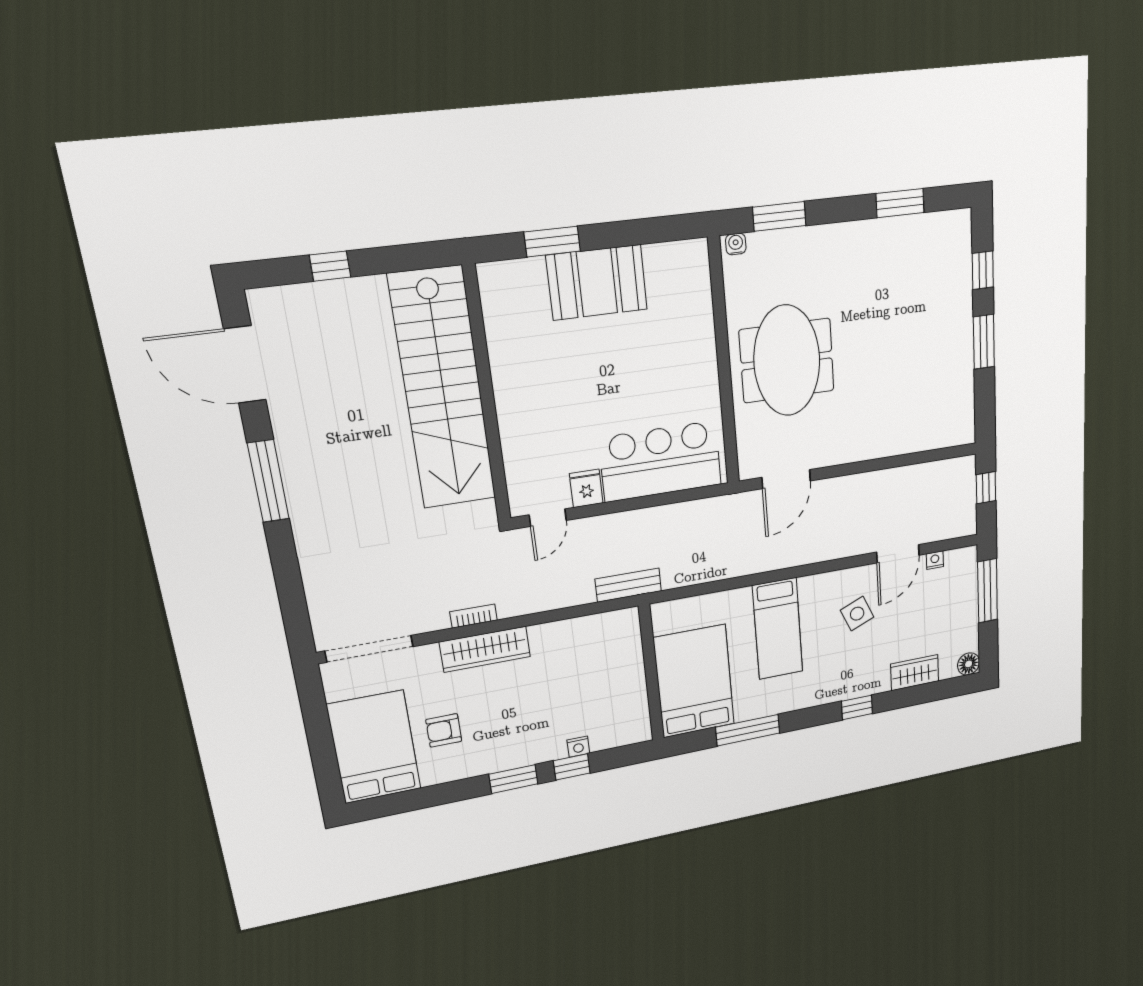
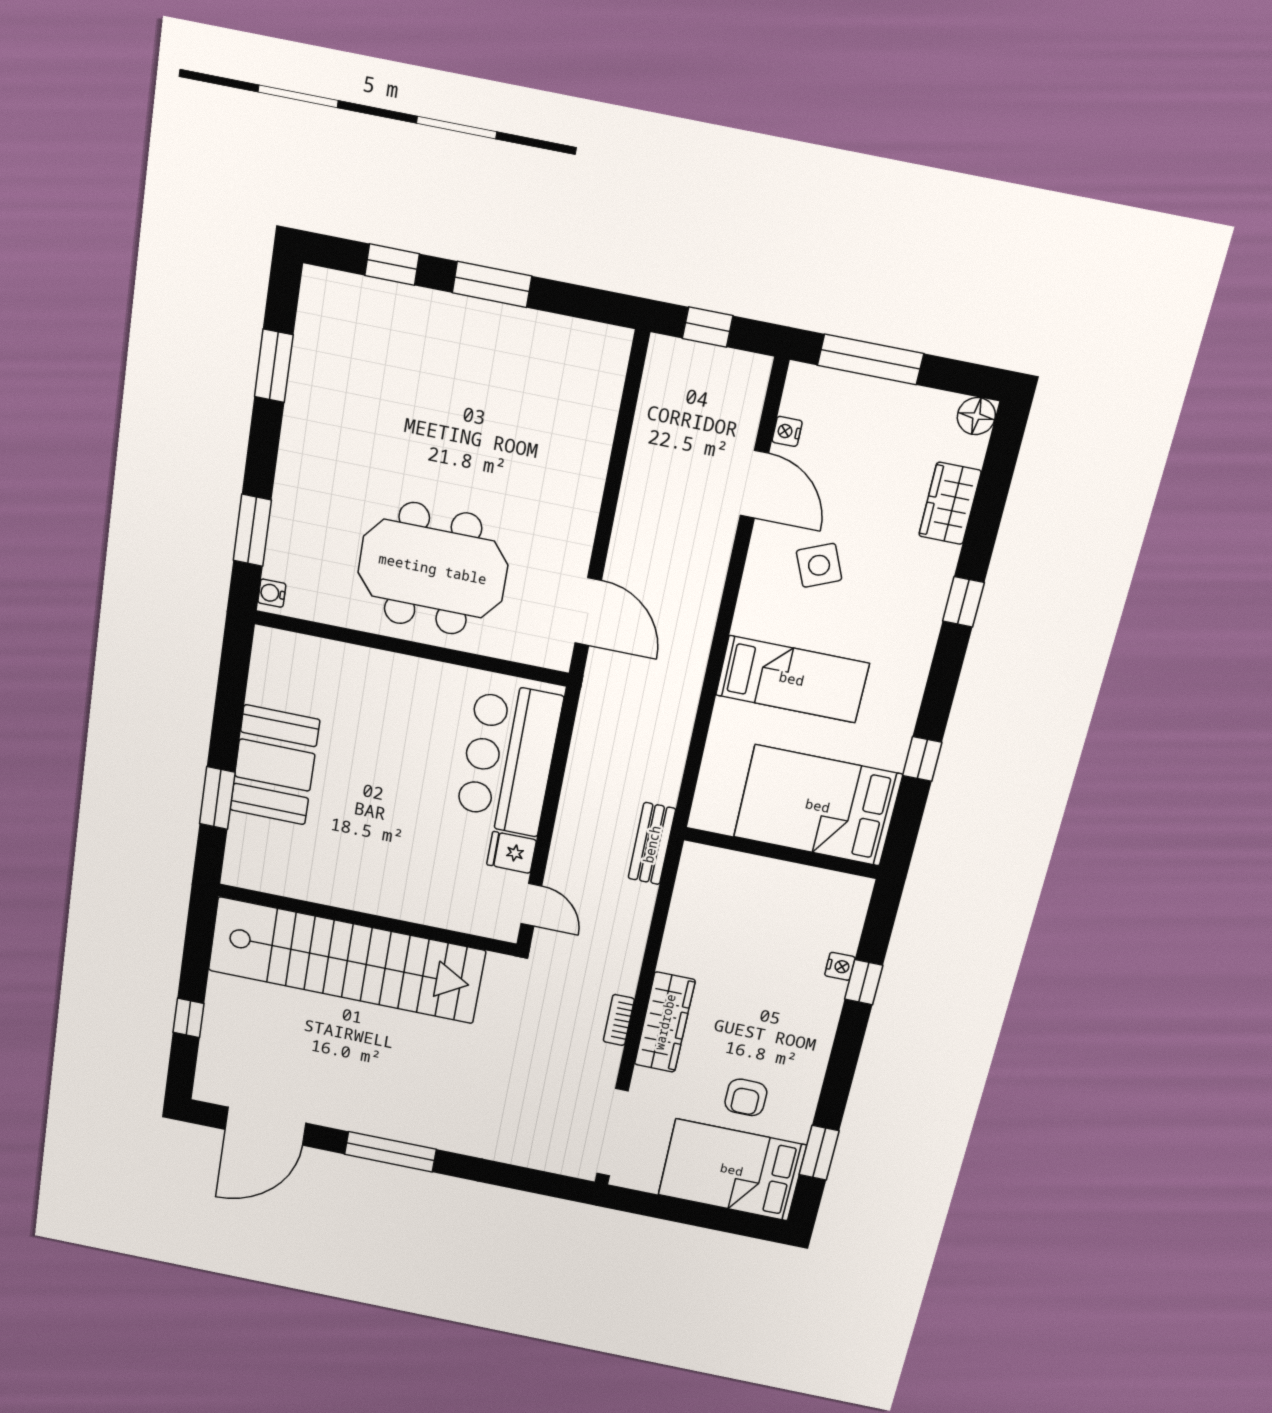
window: (748, 730) -> (922, 759), width x0.46
window: (513, 779) -> (819, 1153), moved

